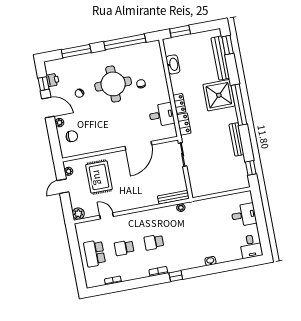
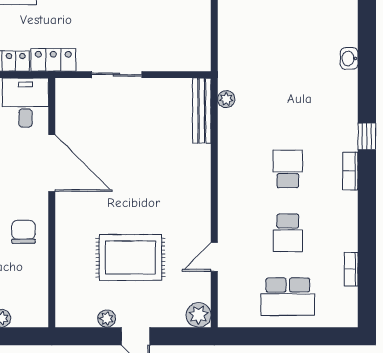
chair: (72, 136) -> (23, 232), moved
door: (138, 146) -> (52, 163), moved
wall: (120, 149) -> (52, 203), moved
school desk: (154, 242) -> (288, 169), turned 180

